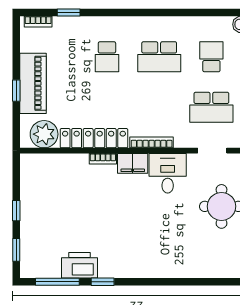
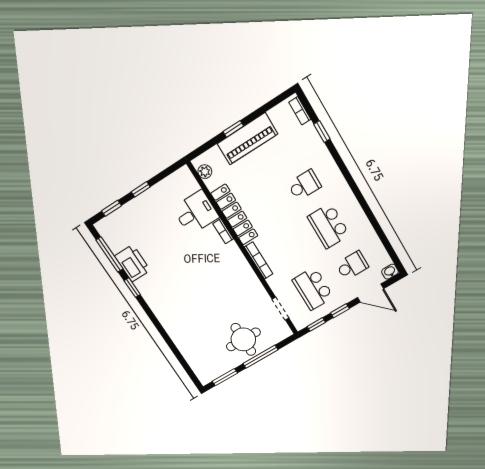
school desk: (107, 57) -> (304, 185), turned 180
plant: (44, 134) -> (205, 172), width x0.53, depth x0.53
filing cabinet: (133, 163) -> (234, 256), removed
desk: (168, 173) -> (196, 213), moved

